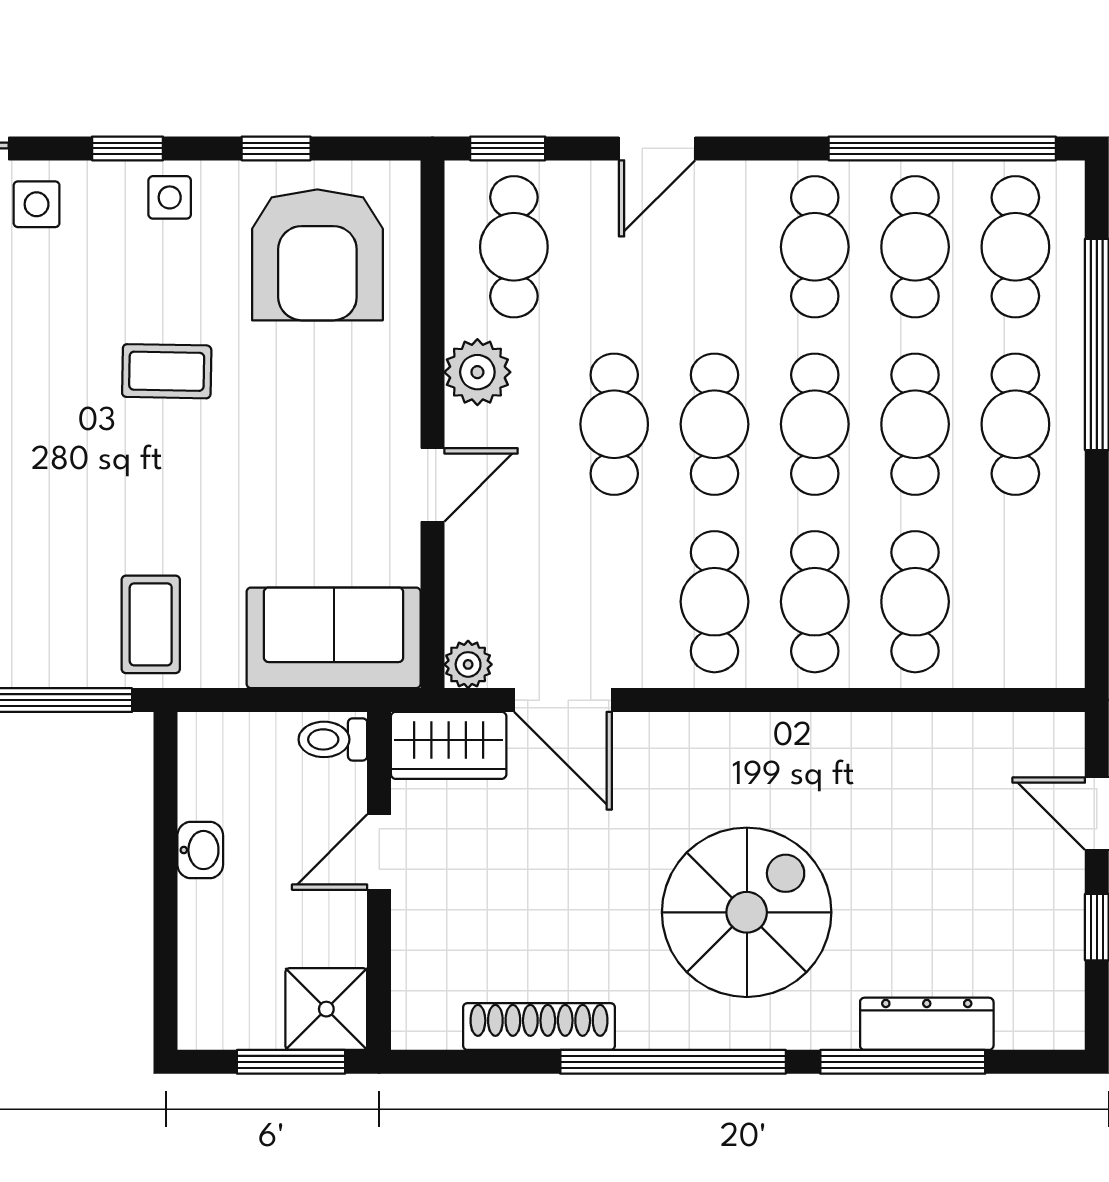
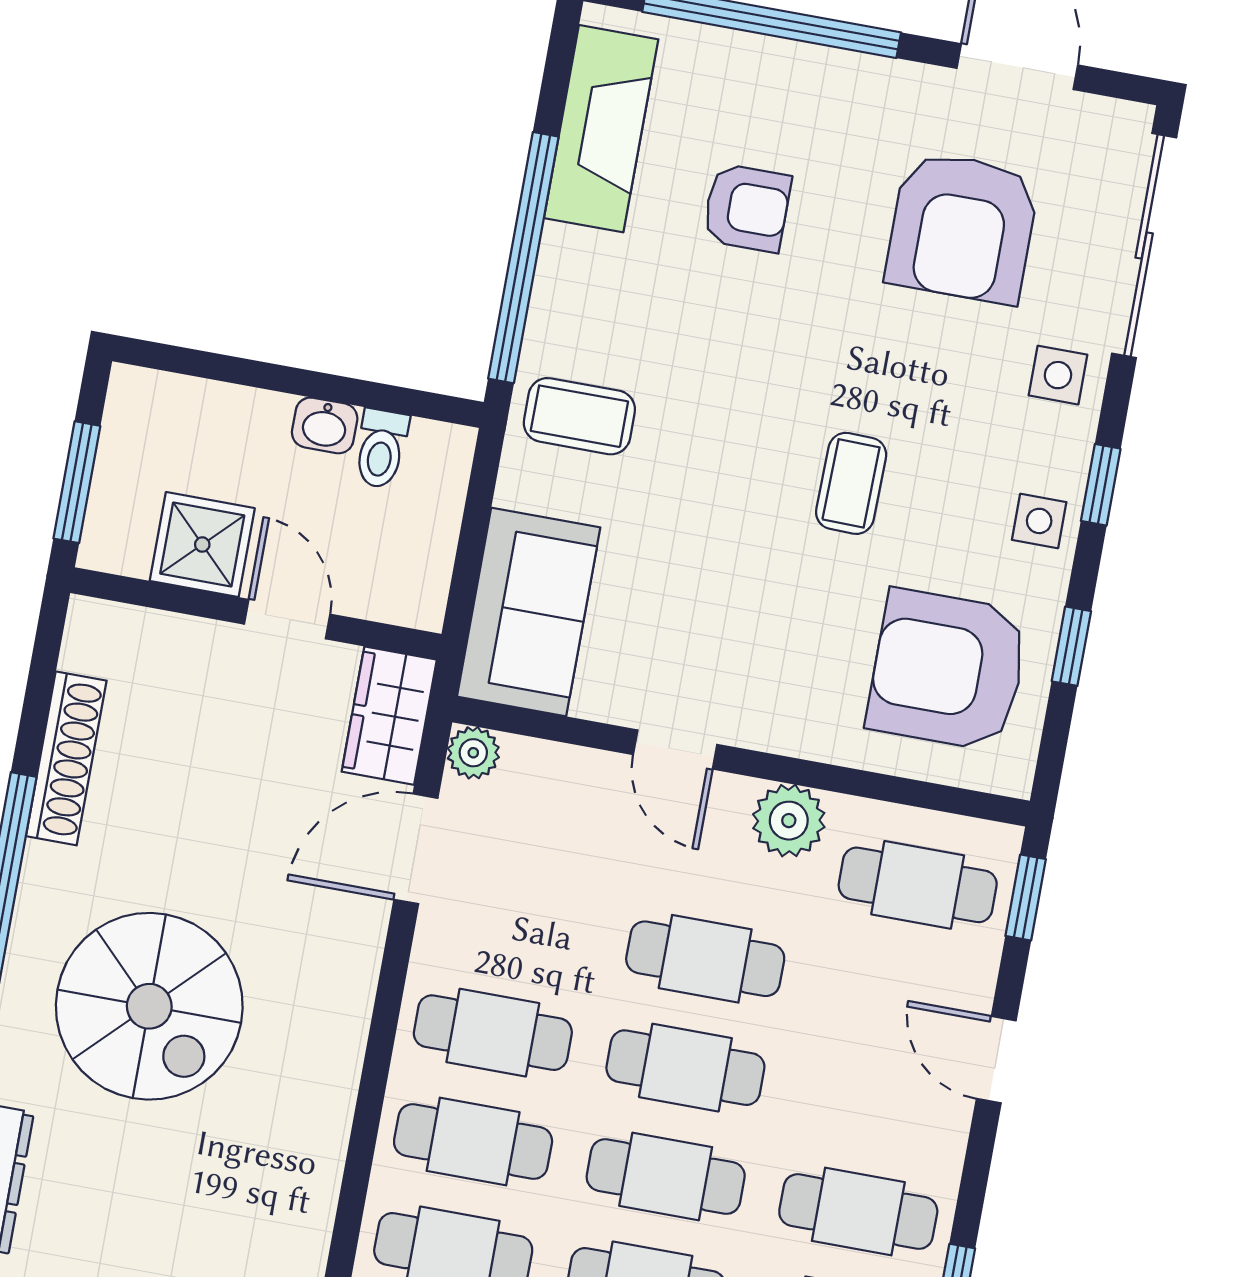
toilet: (333, 739) -> (381, 449), moved, turned 180
shower: (326, 1009) -> (202, 545), moved

